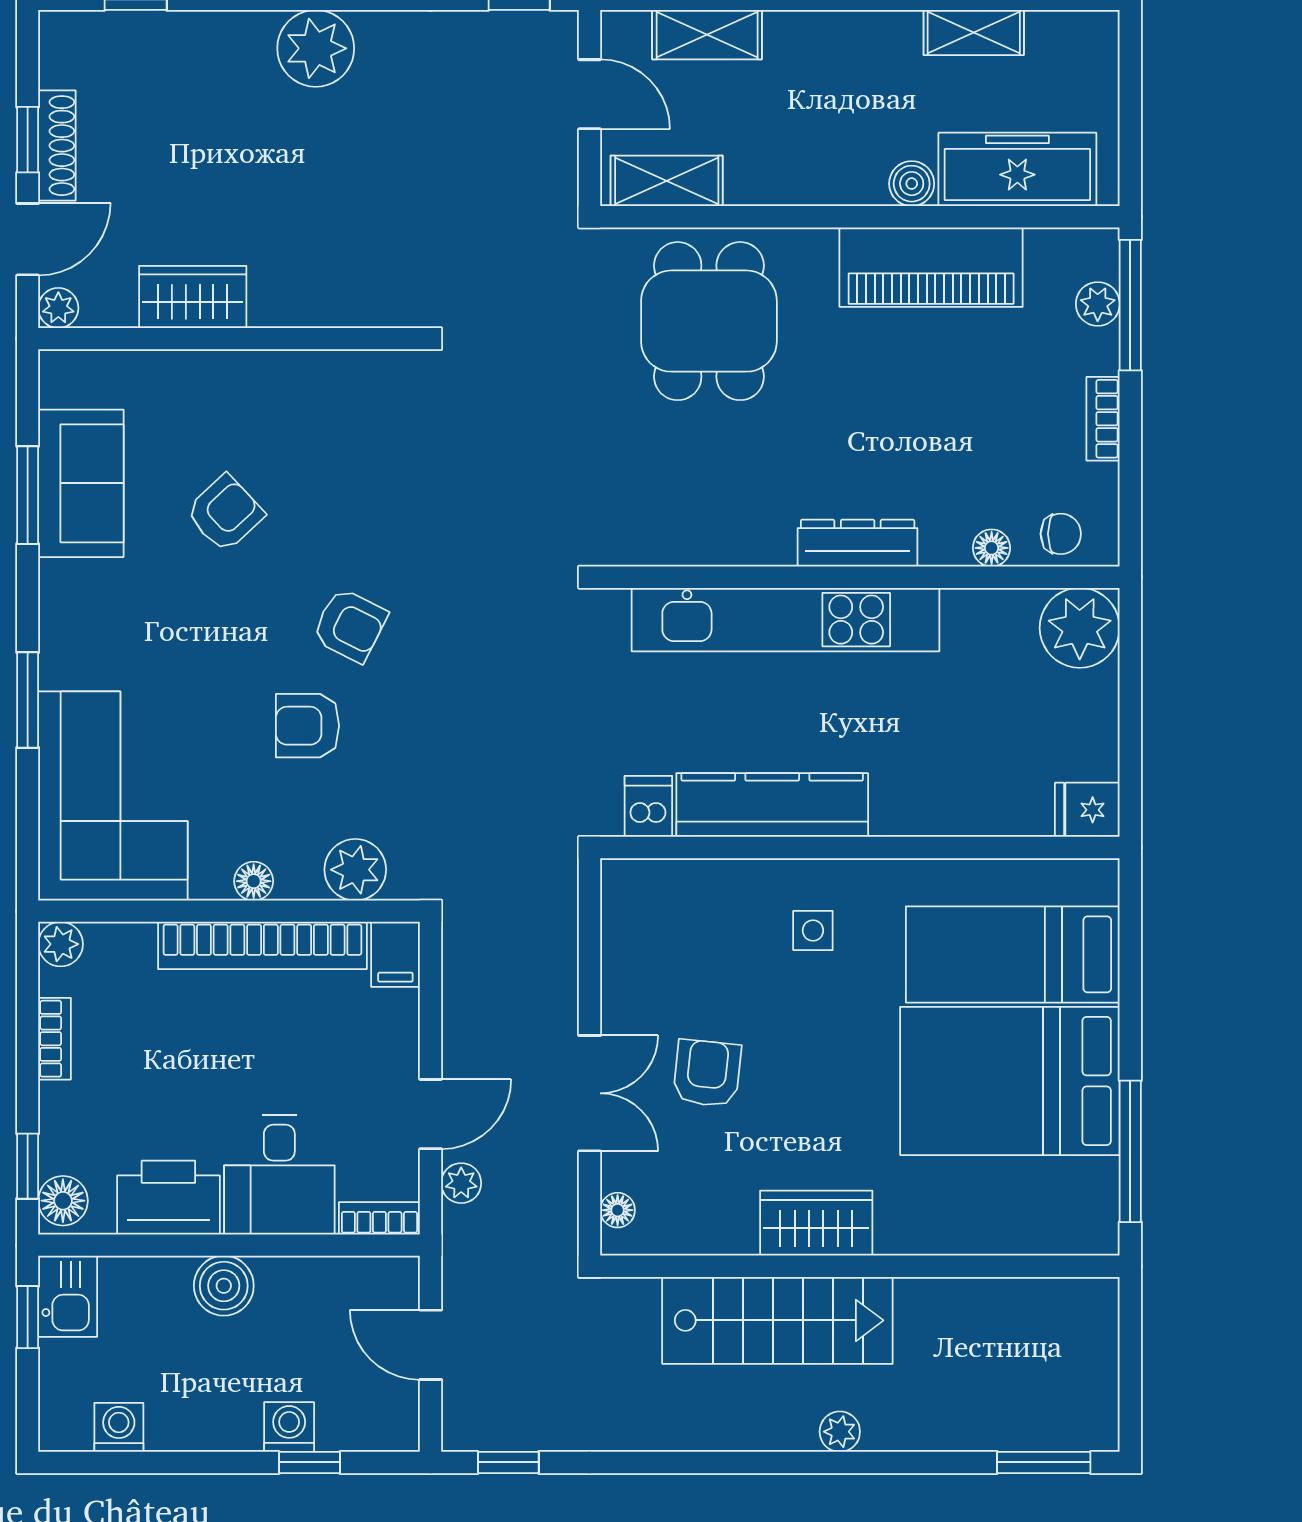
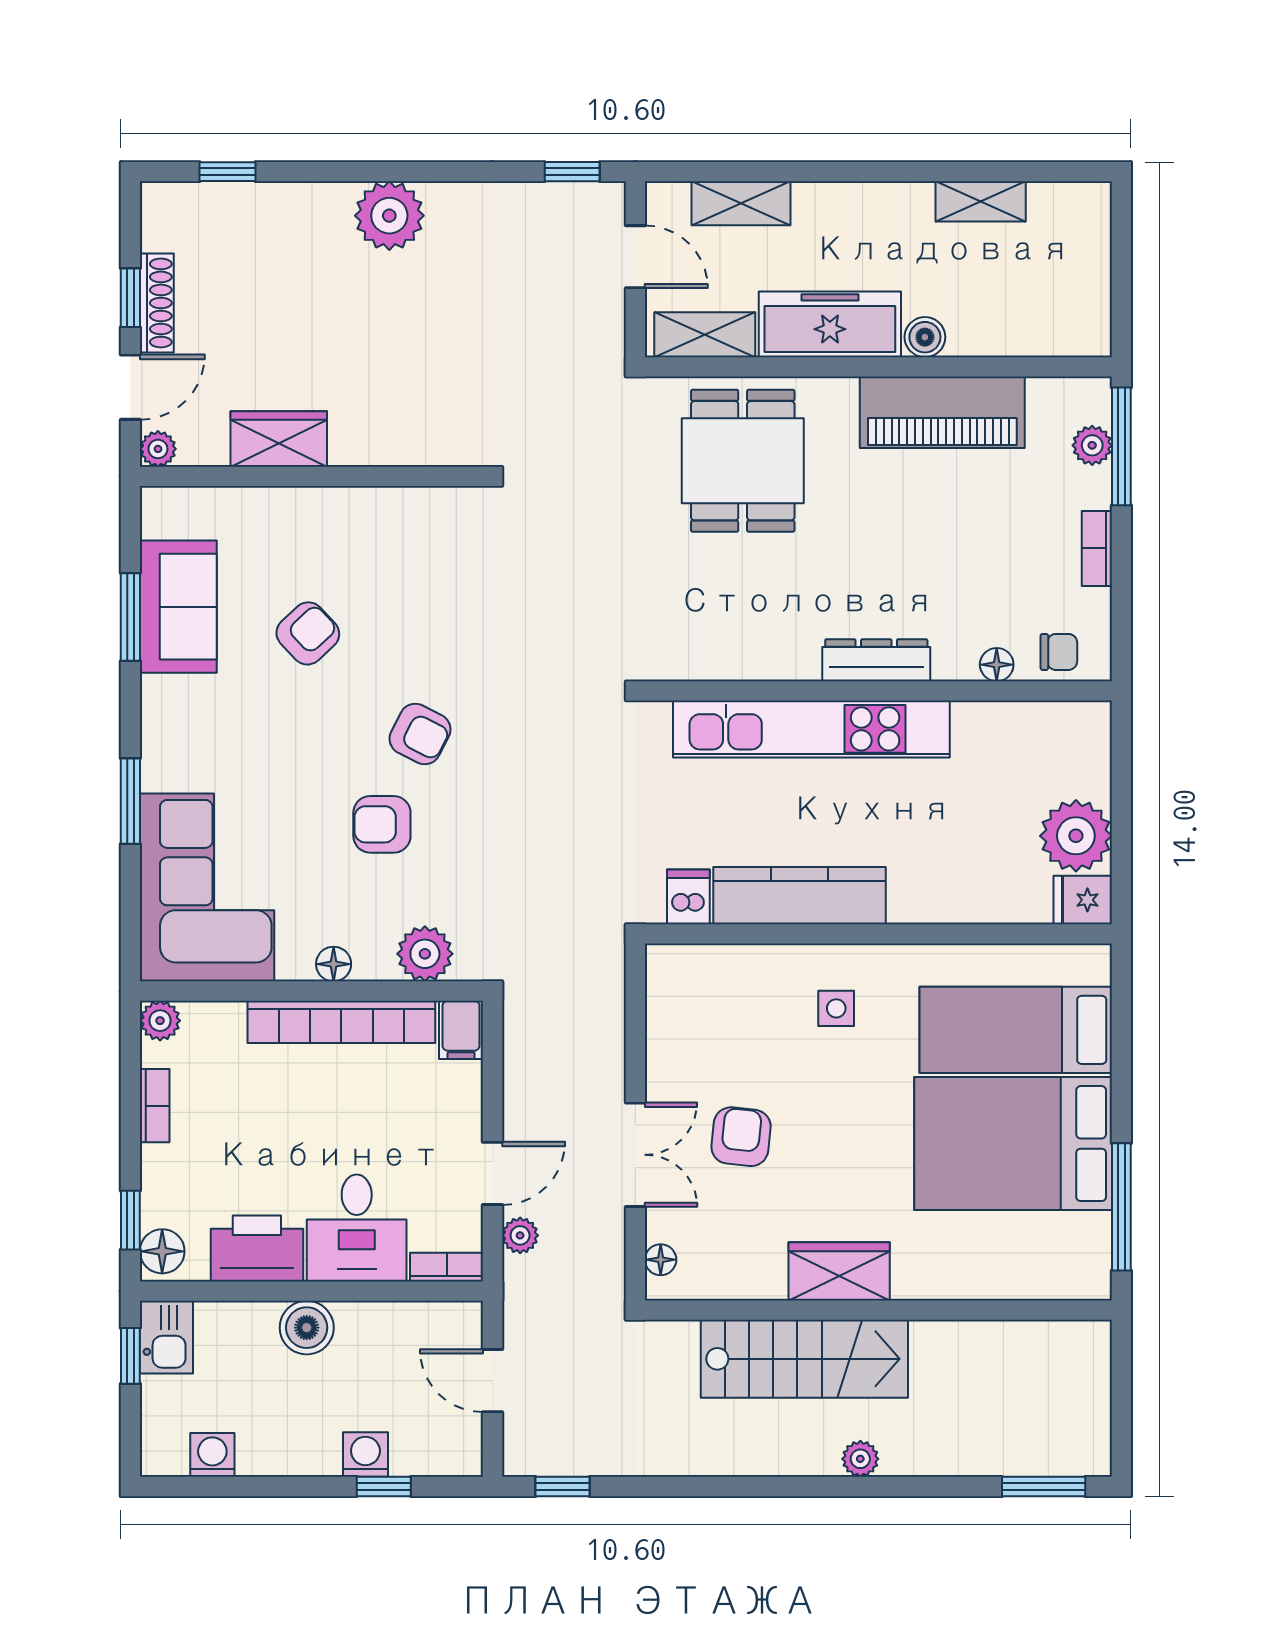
freezer: (1017, 169) -> (830, 324), moved
plant: (1080, 628) -> (1076, 836), moved

